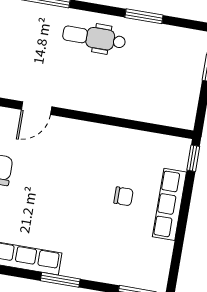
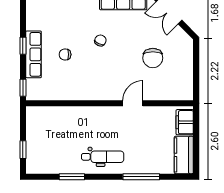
chair: (68, 208) -> (100, 40), added
window: (183, 220) -> (23, 46), added

